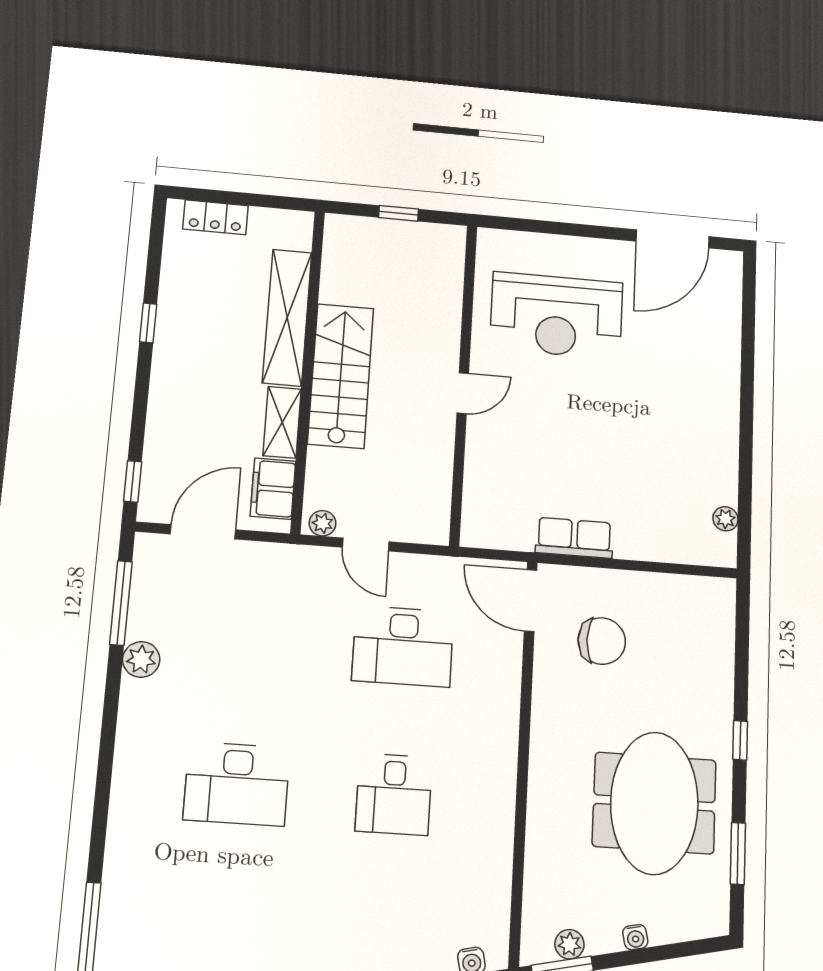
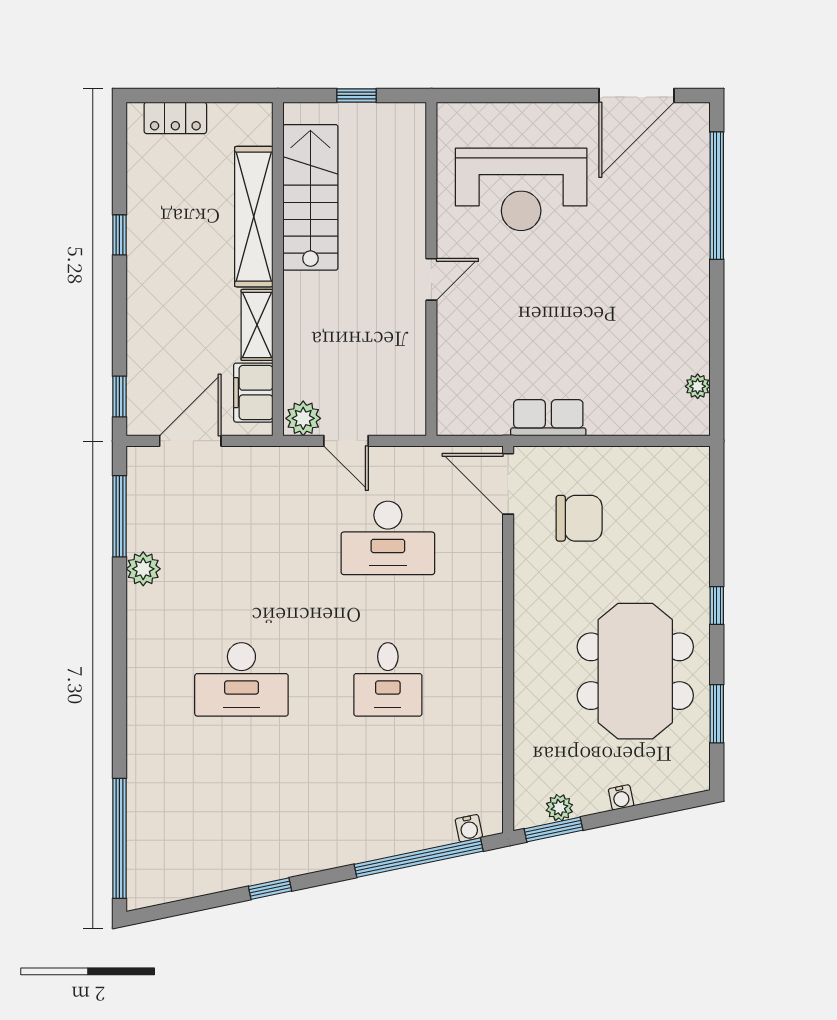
window: (748, 338) -> (717, 196), added
stairs: (341, 376) -> (310, 197), moved
plant: (322, 523) -> (303, 418), width x1.38, depth x1.38

